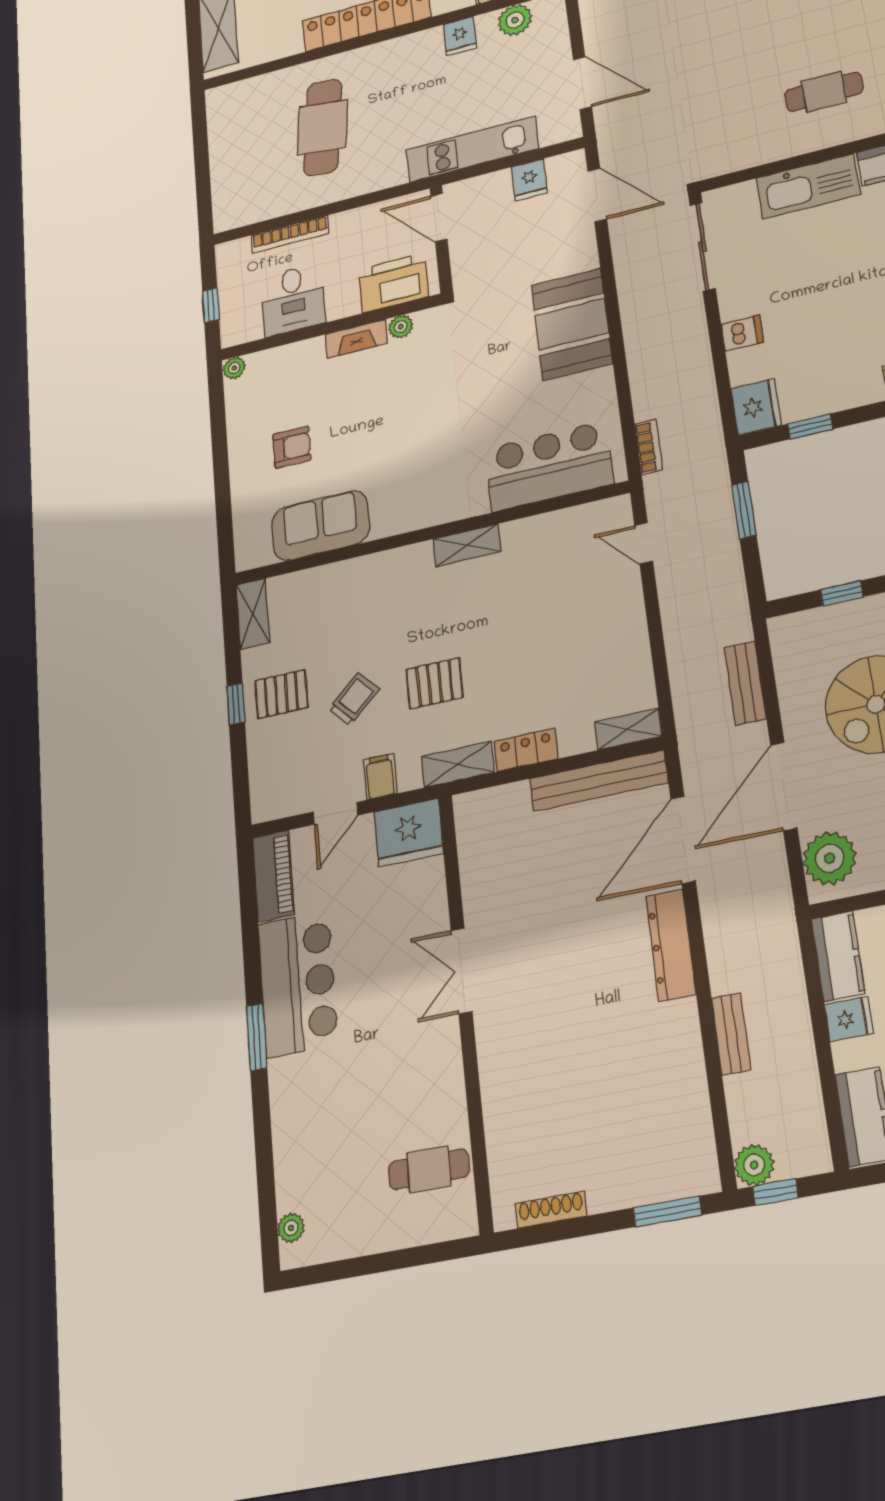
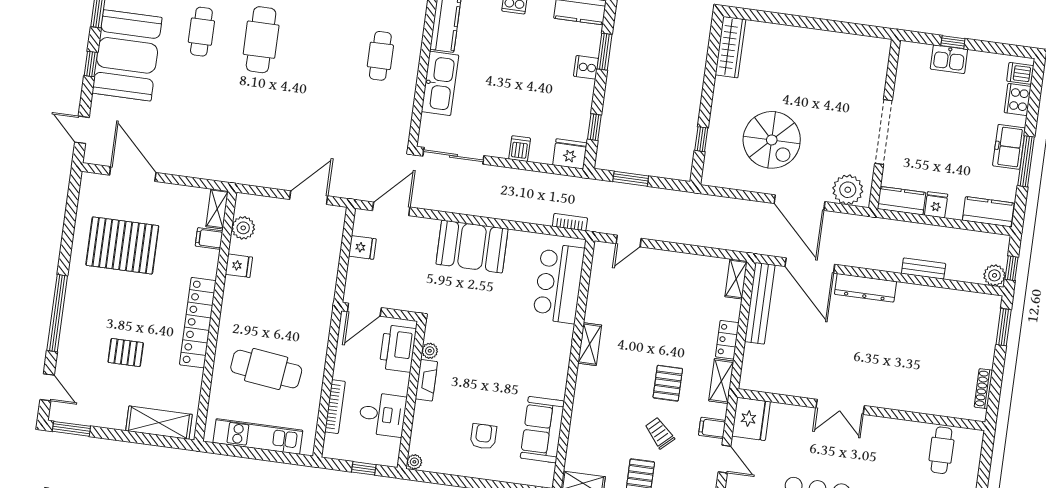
kitchen unit: (472, 149) -> (258, 436), moved, turned 90
bench: (745, 683) -> (733, 207), removed

